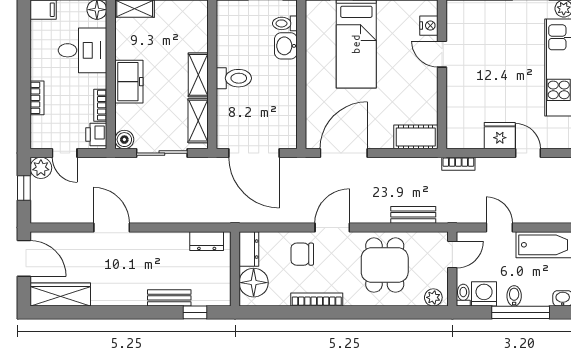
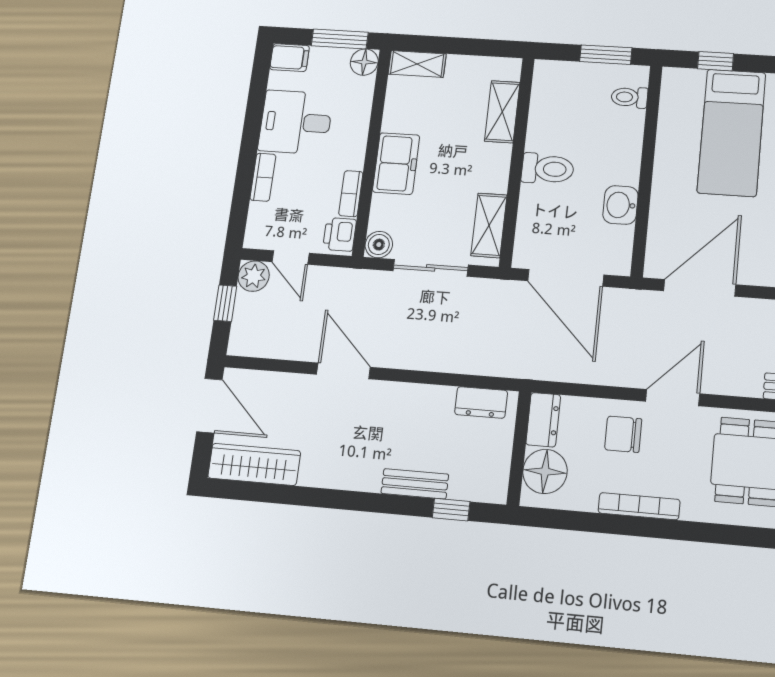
washbasin: (286, 46) -> (620, 205), moved
desk: (83, 50) -> (296, 122), moved, turned 180
shelving: (198, 75) -> (502, 112), moved

